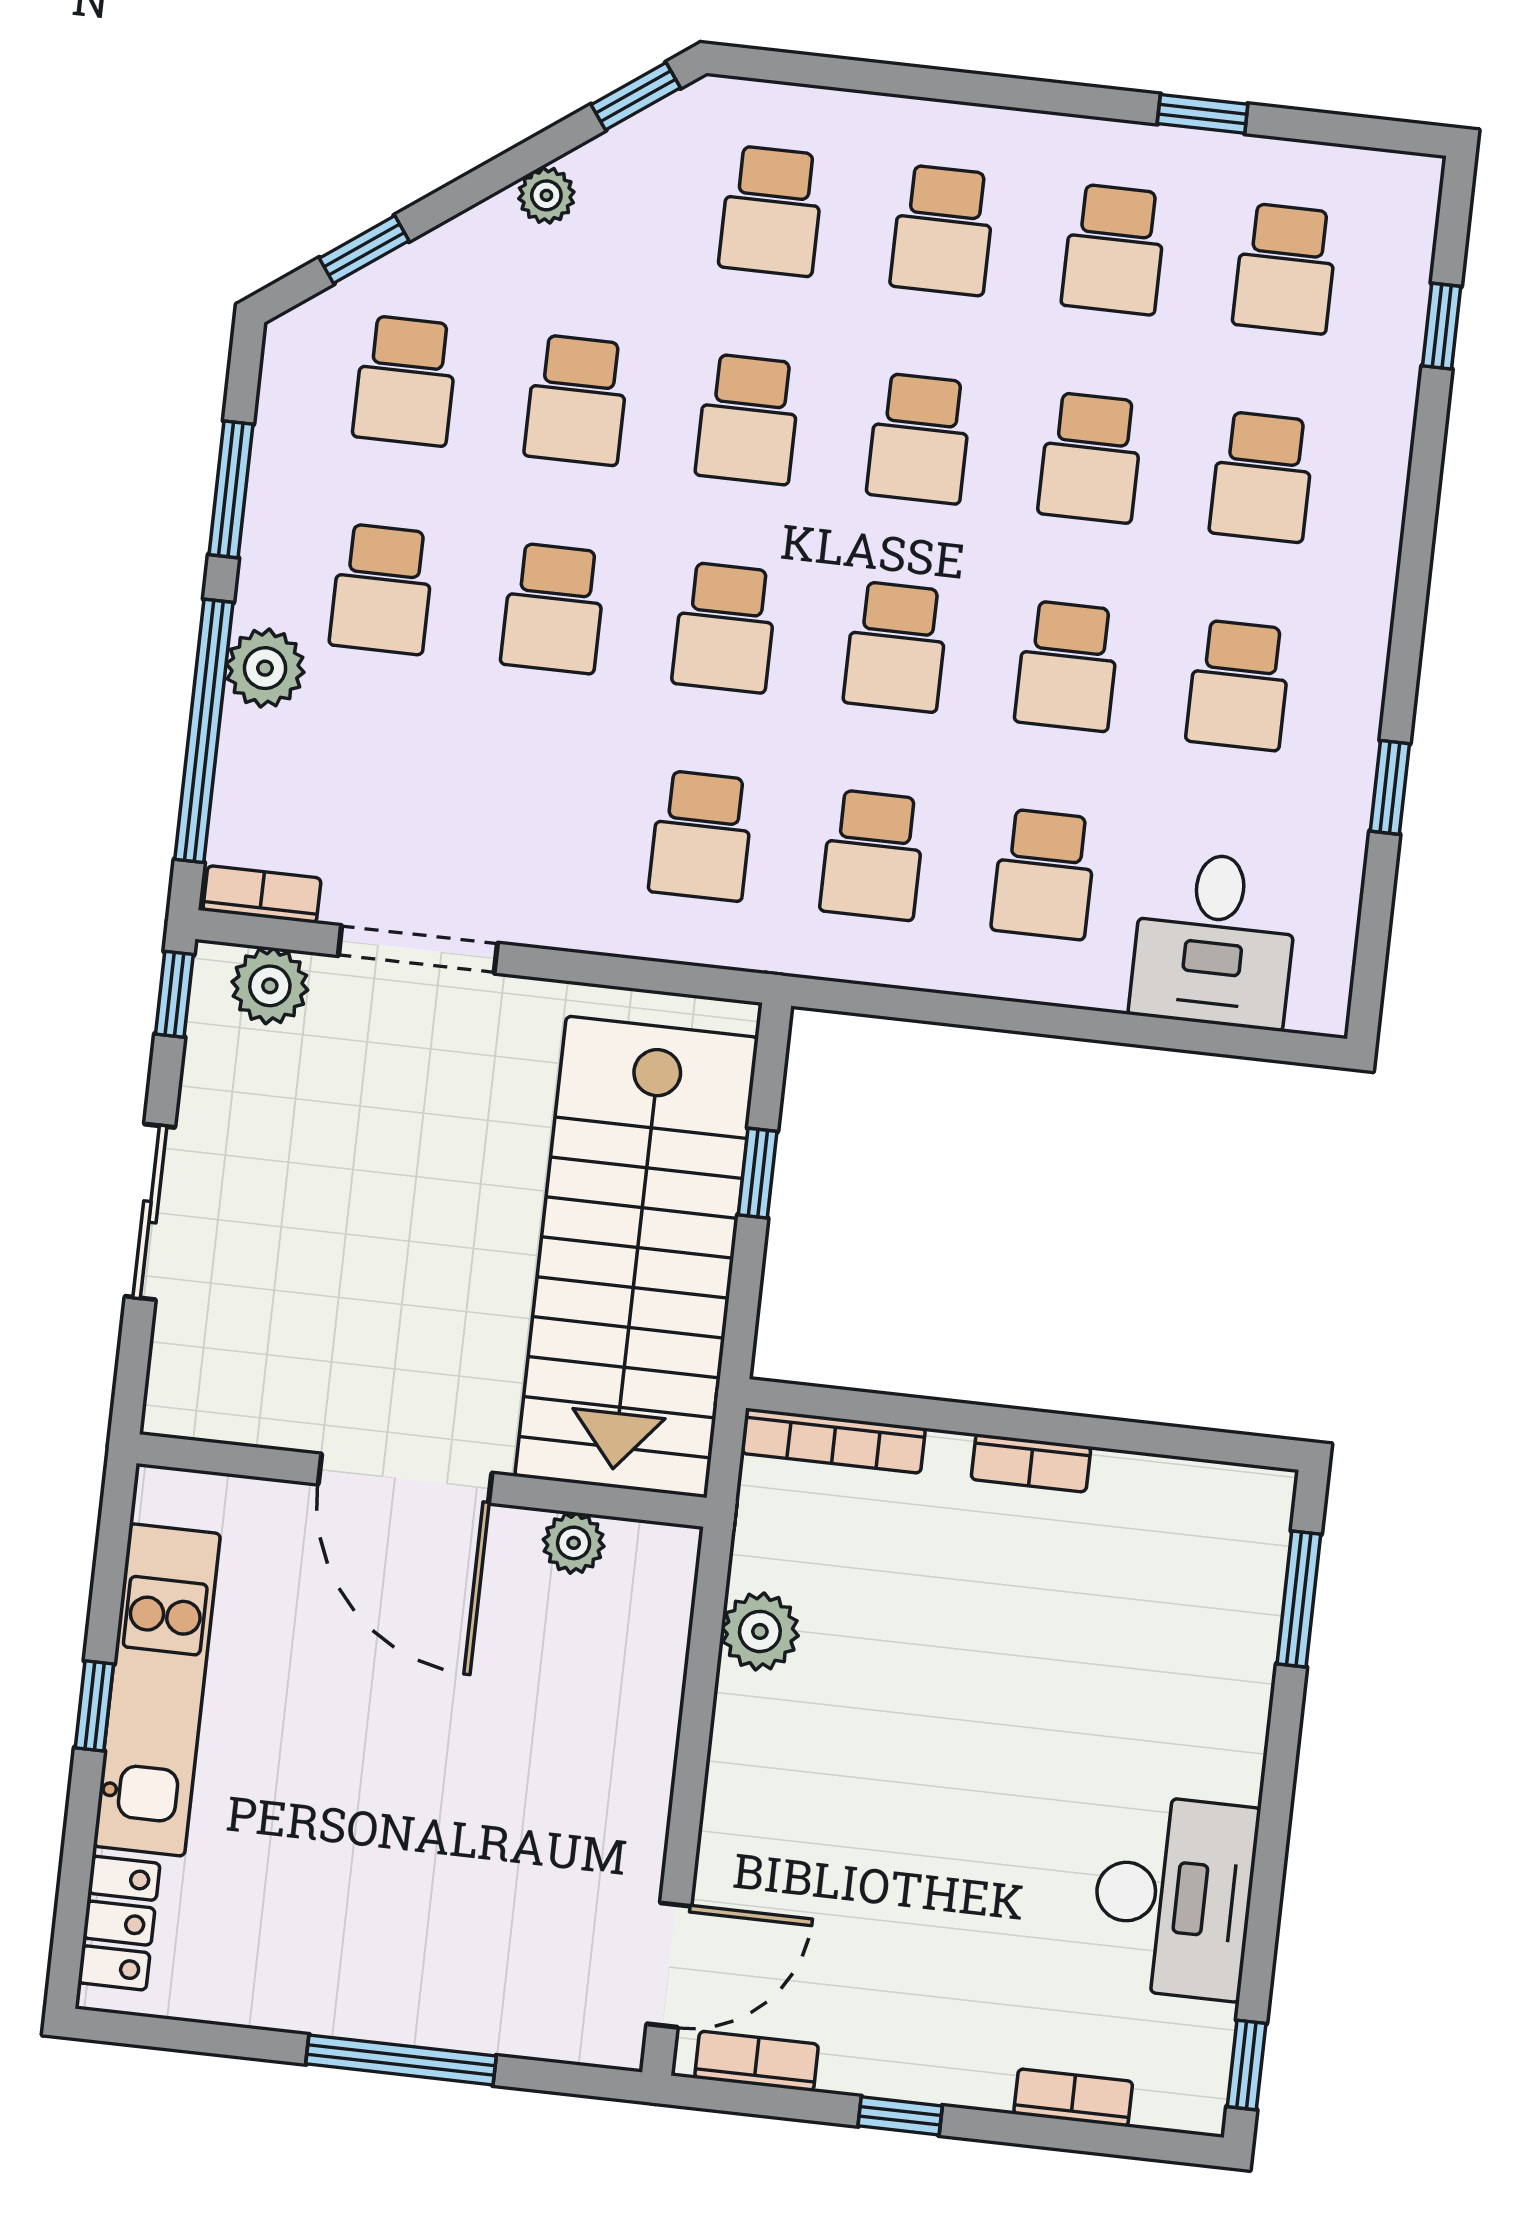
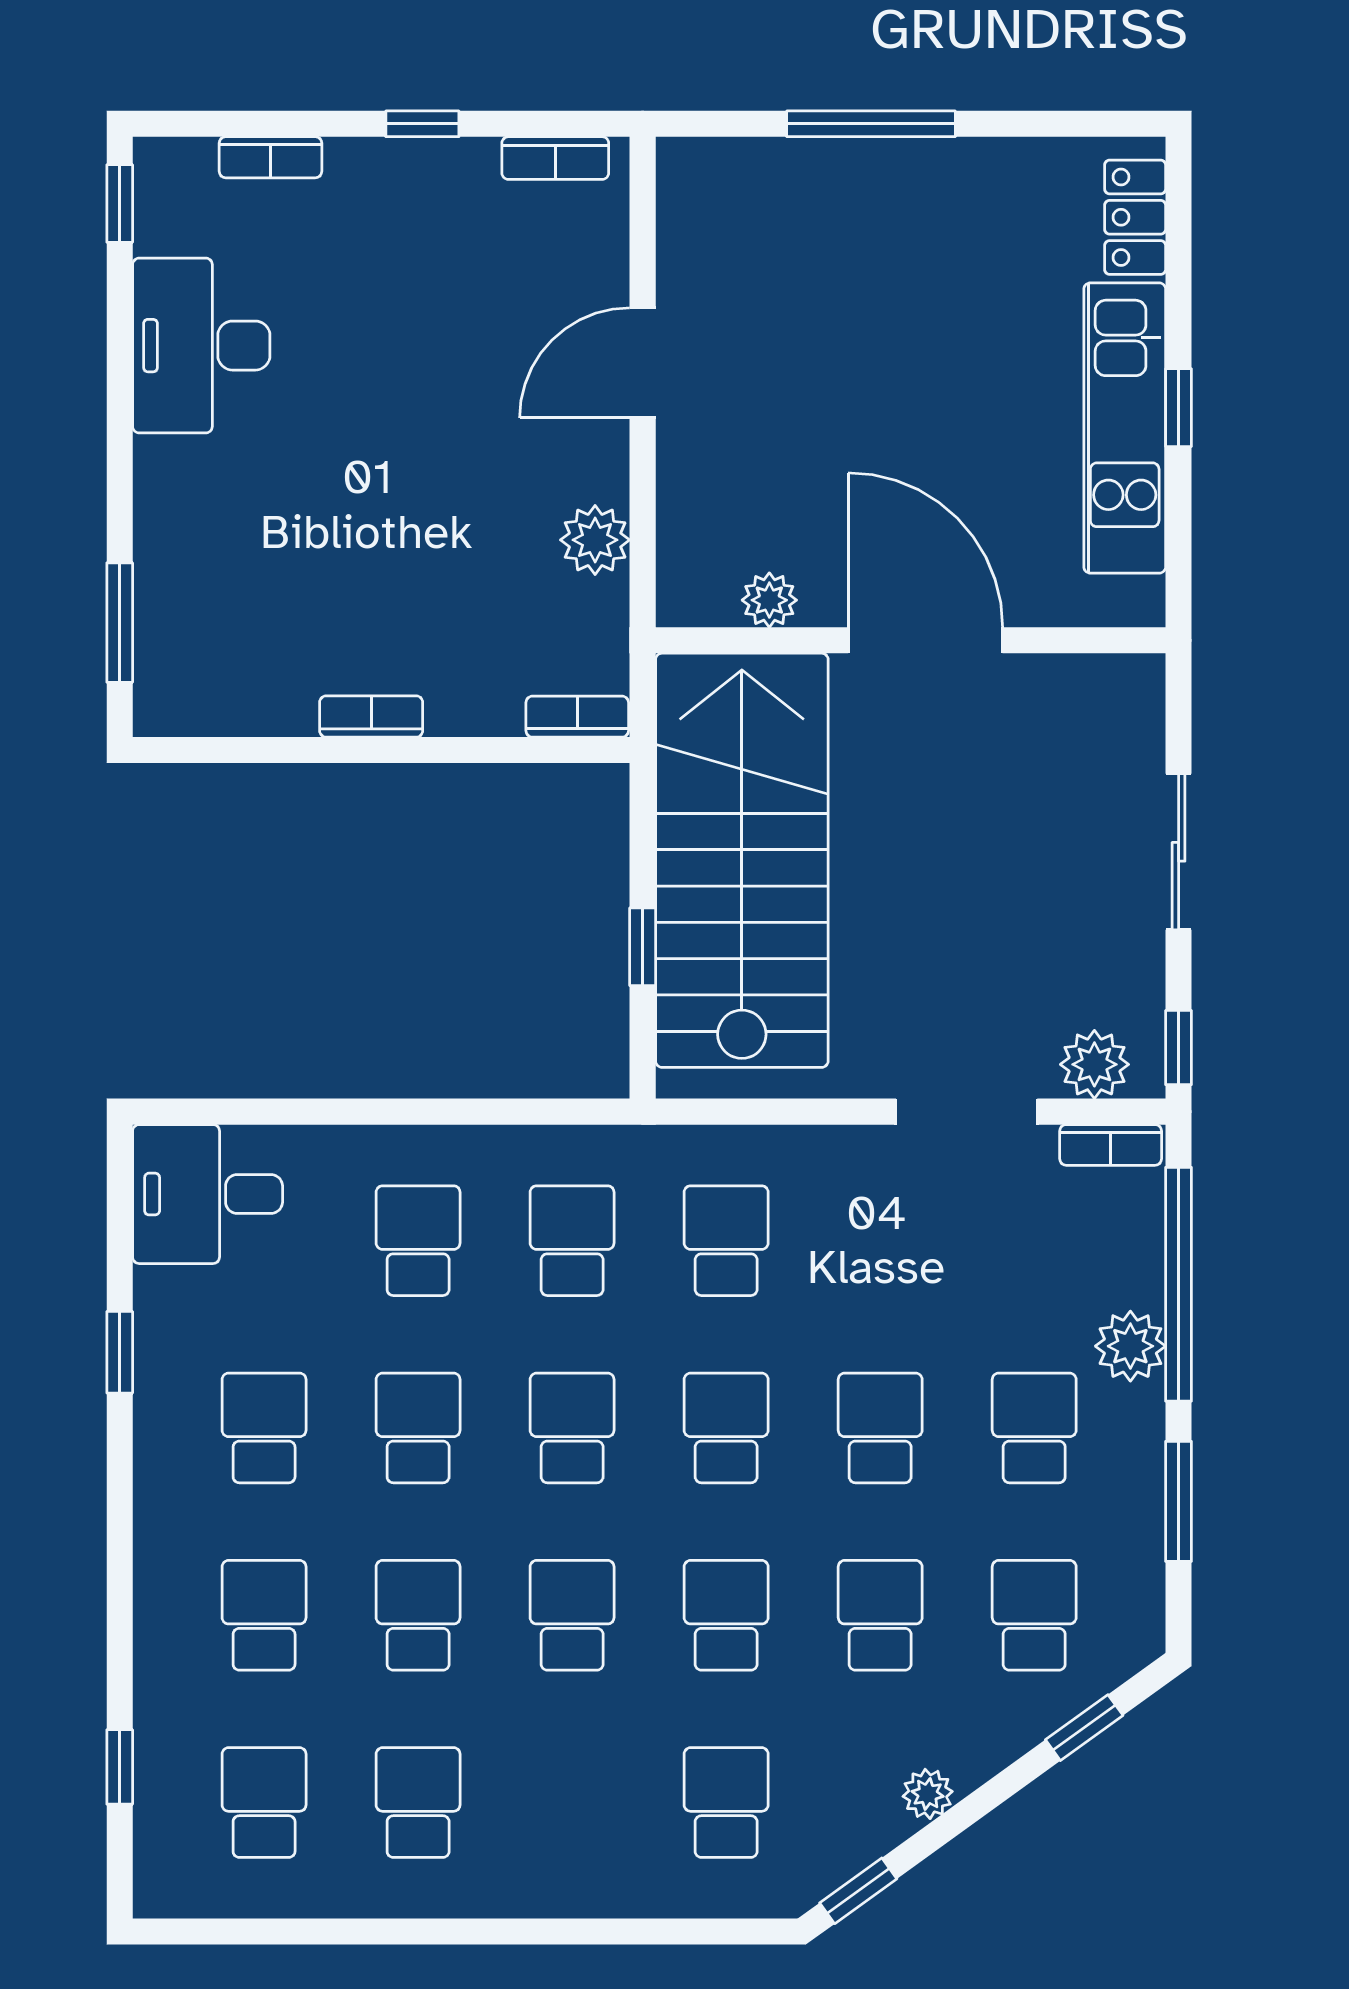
window: (1203, 114) -> (353, 1932), removed
school desk: (943, 230) -> (572, 1803), removed
desk: (1214, 940) -> (208, 1194), moved, turned -90
bookcase: (834, 1441) -> (577, 717), width x0.64
door: (669, 1965) -> (643, 363), moved

